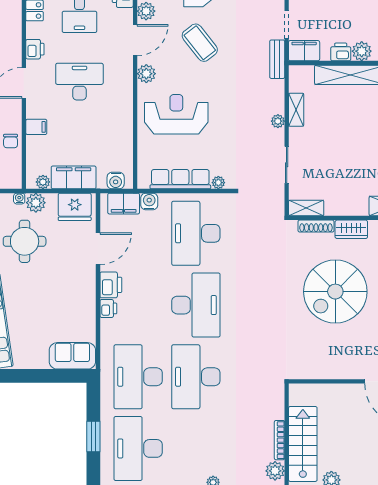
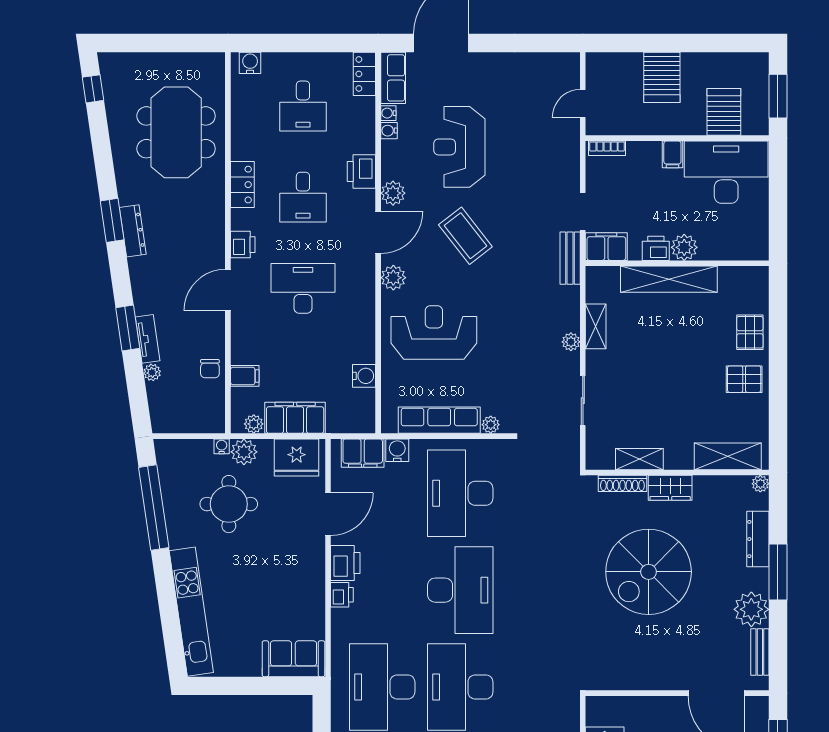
filing cabinet: (36, 127) -> (245, 376), moved
water cooler: (116, 181) -> (364, 376), moved, turned -90
shelving: (306, 208) -> (639, 459), moved

